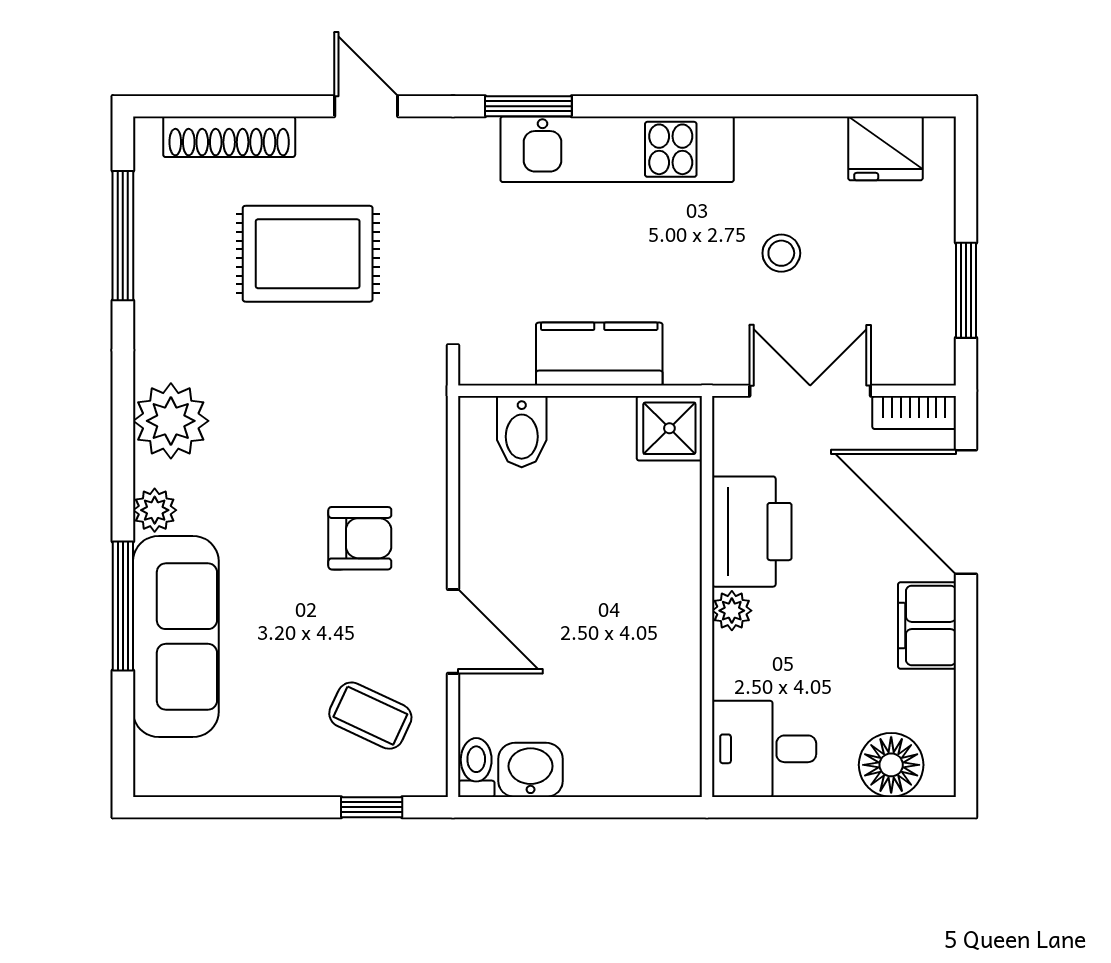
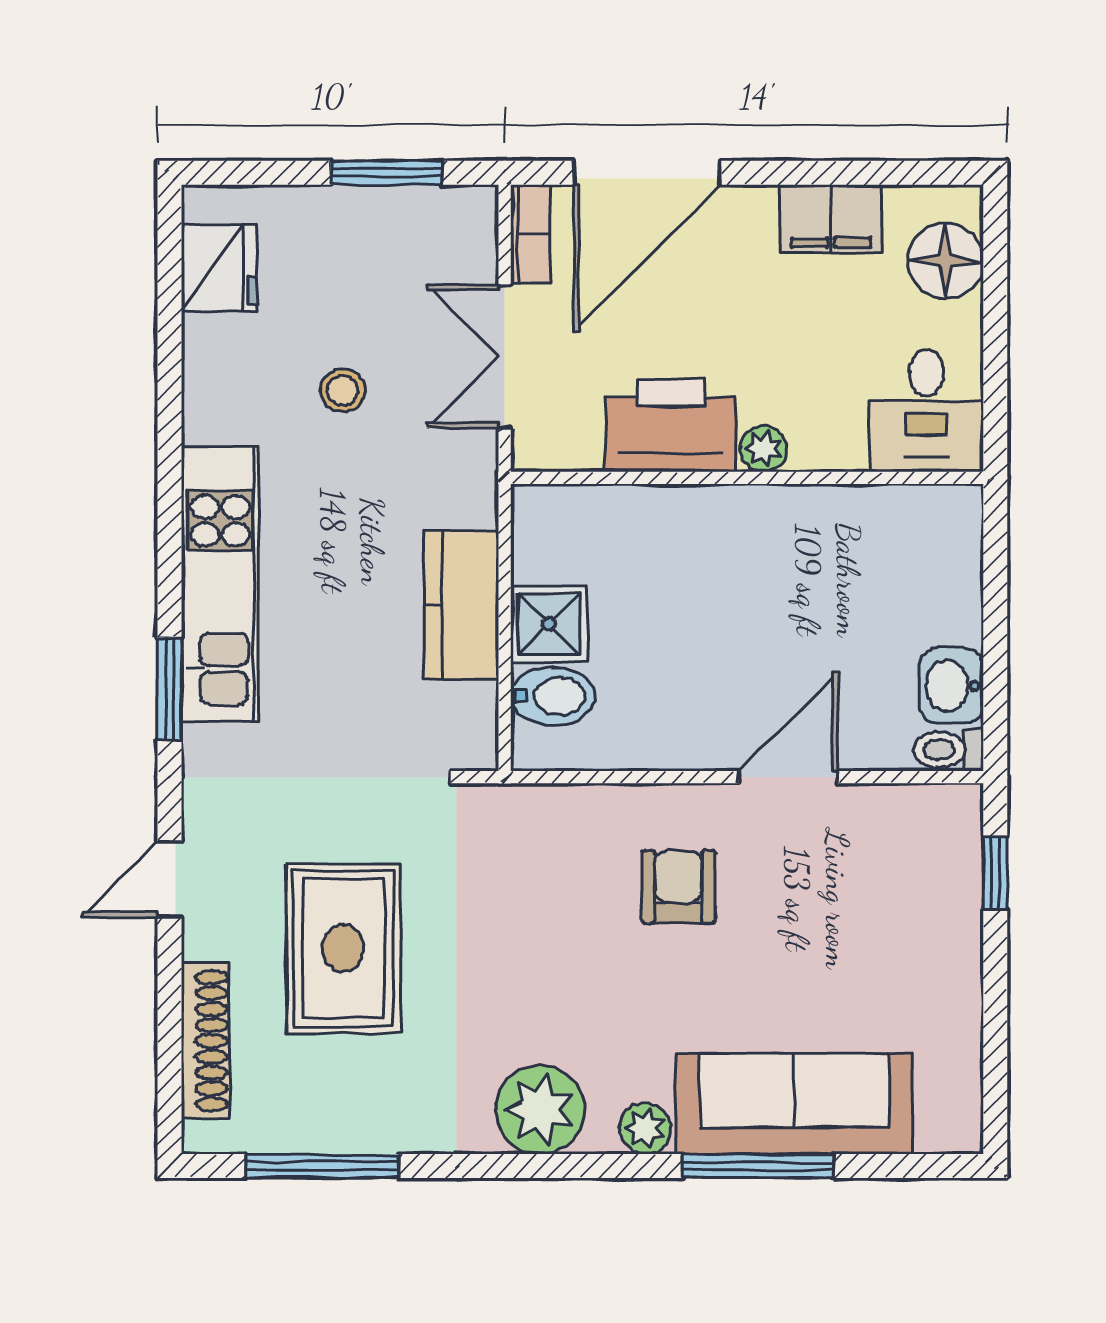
shower: (669, 428) -> (549, 624), moved
filing cabinet: (927, 625) -> (831, 219), moved
coffee table: (370, 716) -> (887, 874), removed

